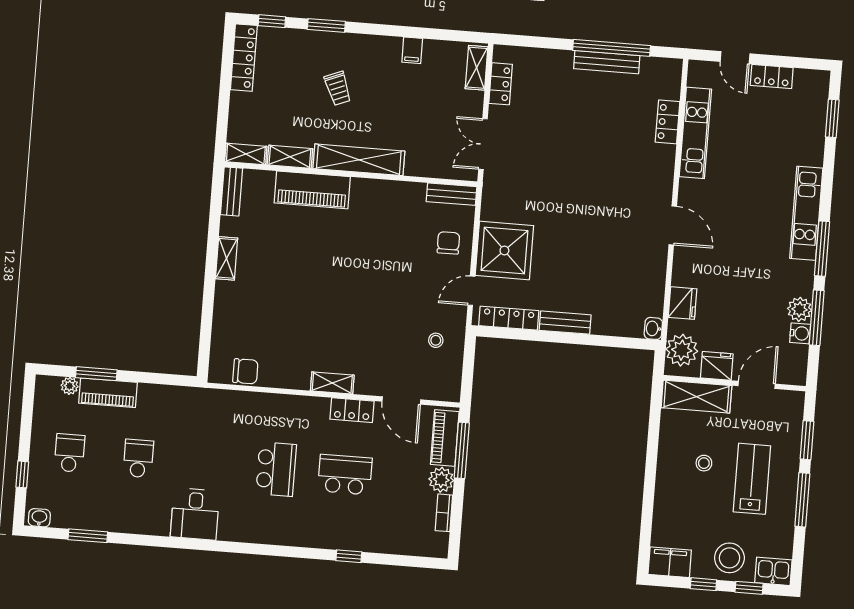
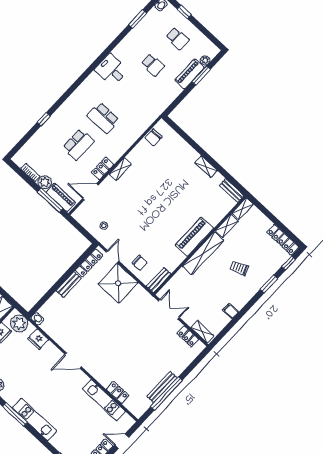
piano: (312, 190) -> (194, 237), moved

